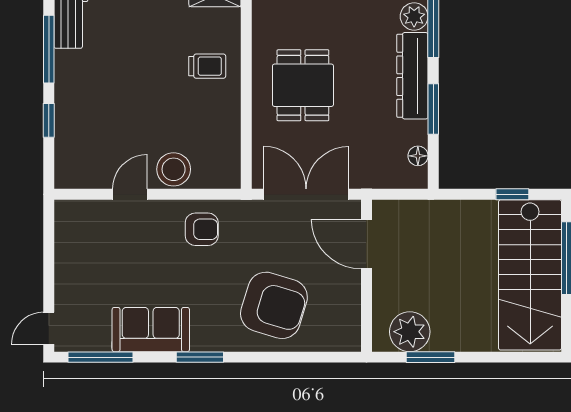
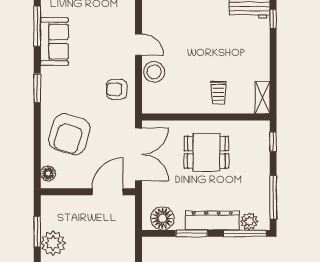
floor lamp: (418, 156) -> (162, 218), width x1.89, depth x1.89
armchair: (202, 229) -> (117, 89), turned 90
sofa: (151, 330) -> (54, 42), moved
plant: (410, 332) -> (53, 243), moved
floor lamp: (337, 340) -> (48, 173), added

